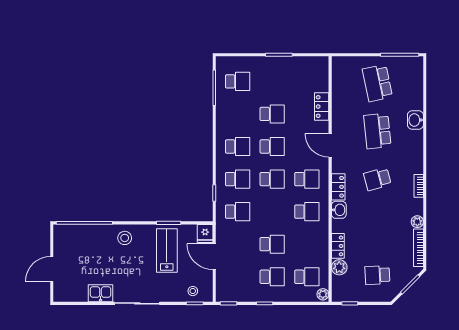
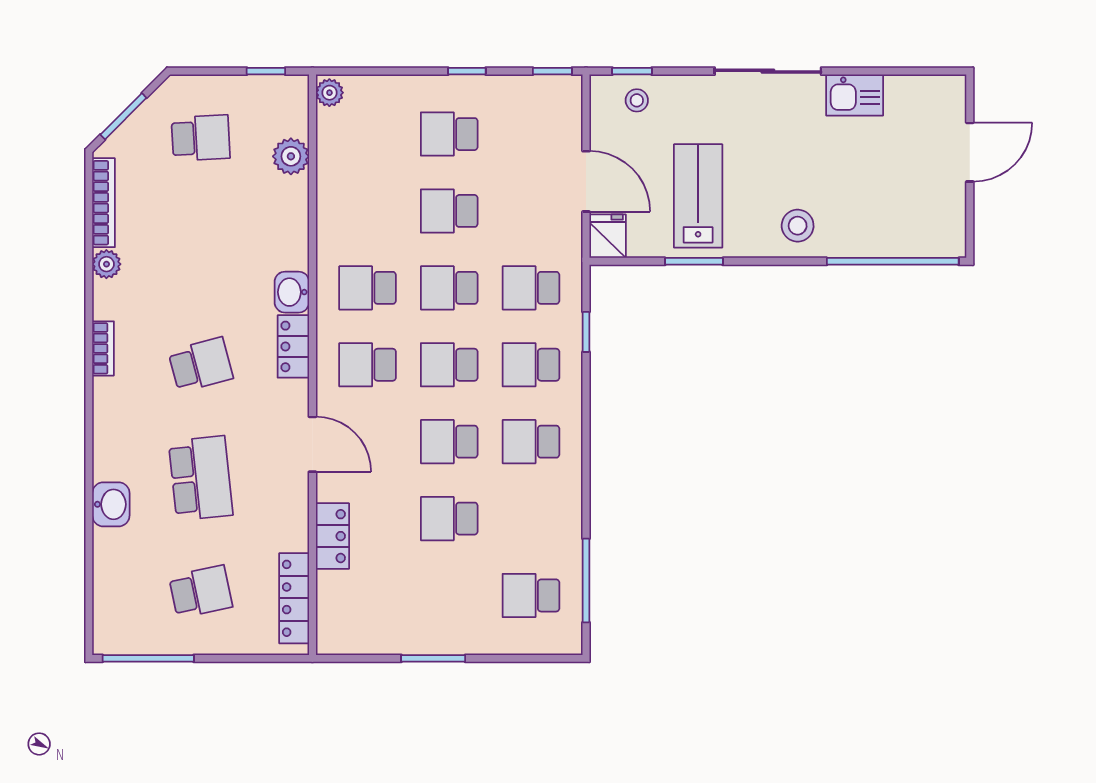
school desk: (377, 83) -> (201, 592), width x0.54
locker: (338, 246) -> (294, 598), moved, width x1.53
lab bench: (167, 251) -> (698, 196), turned 180
school desk: (307, 277) -> (449, 288), moved

